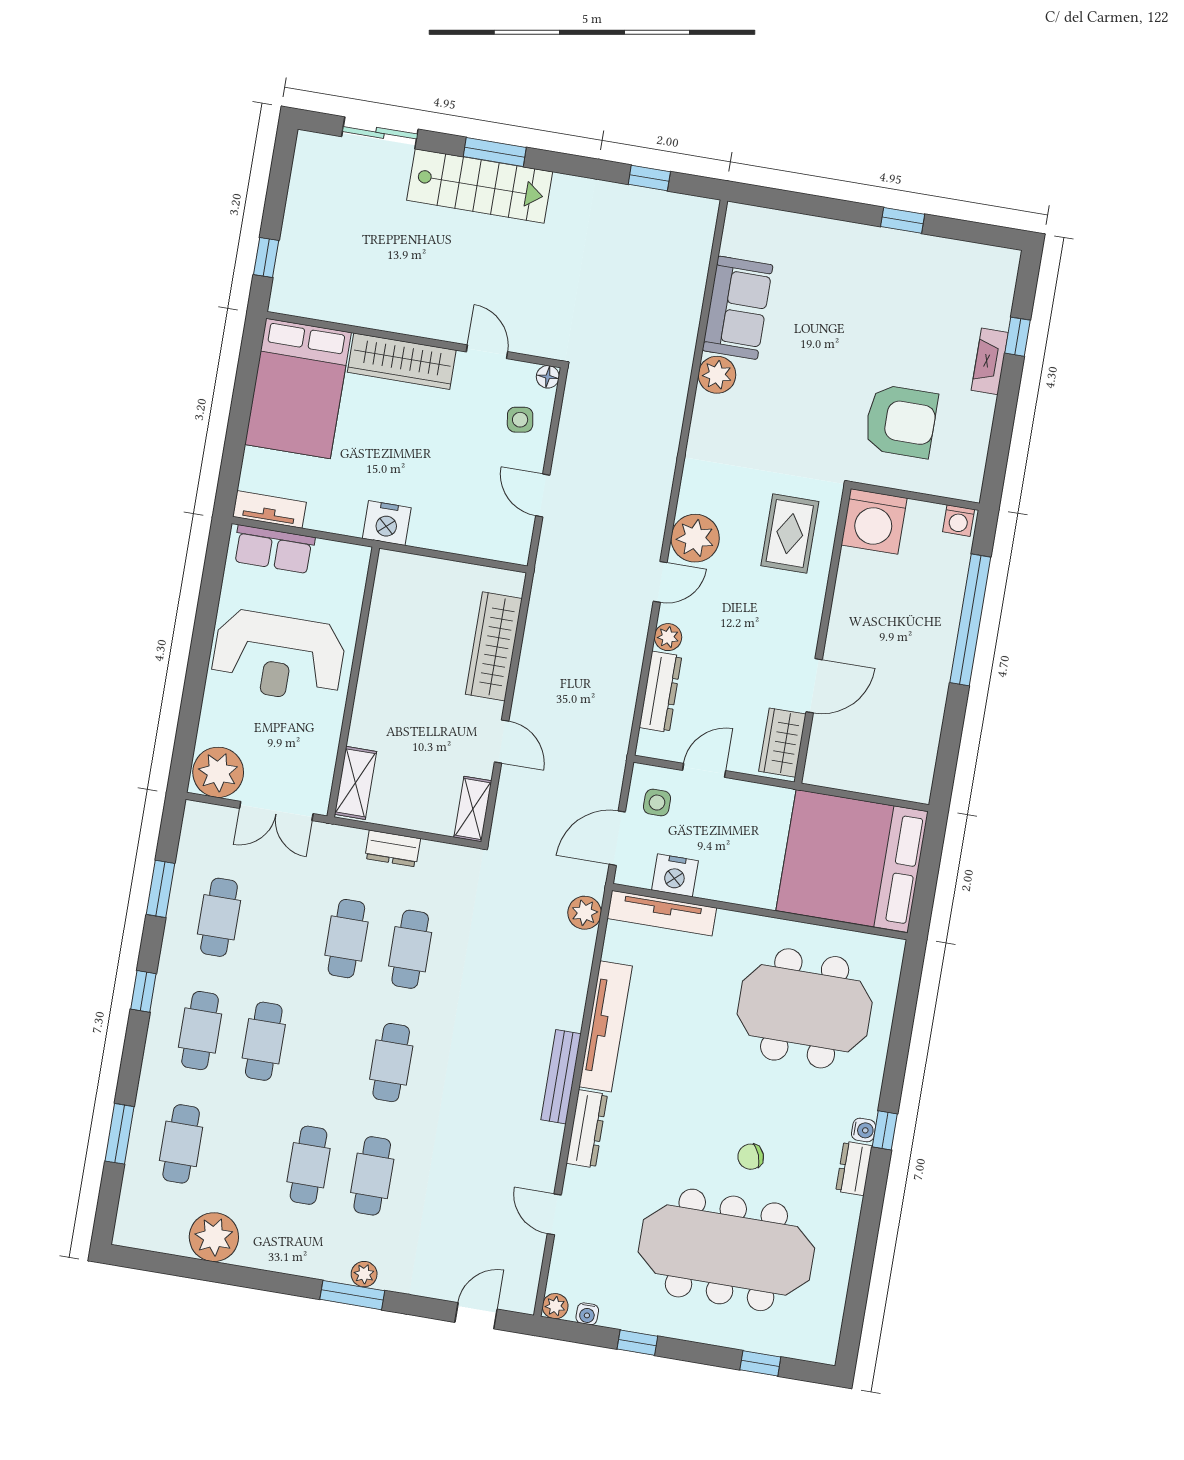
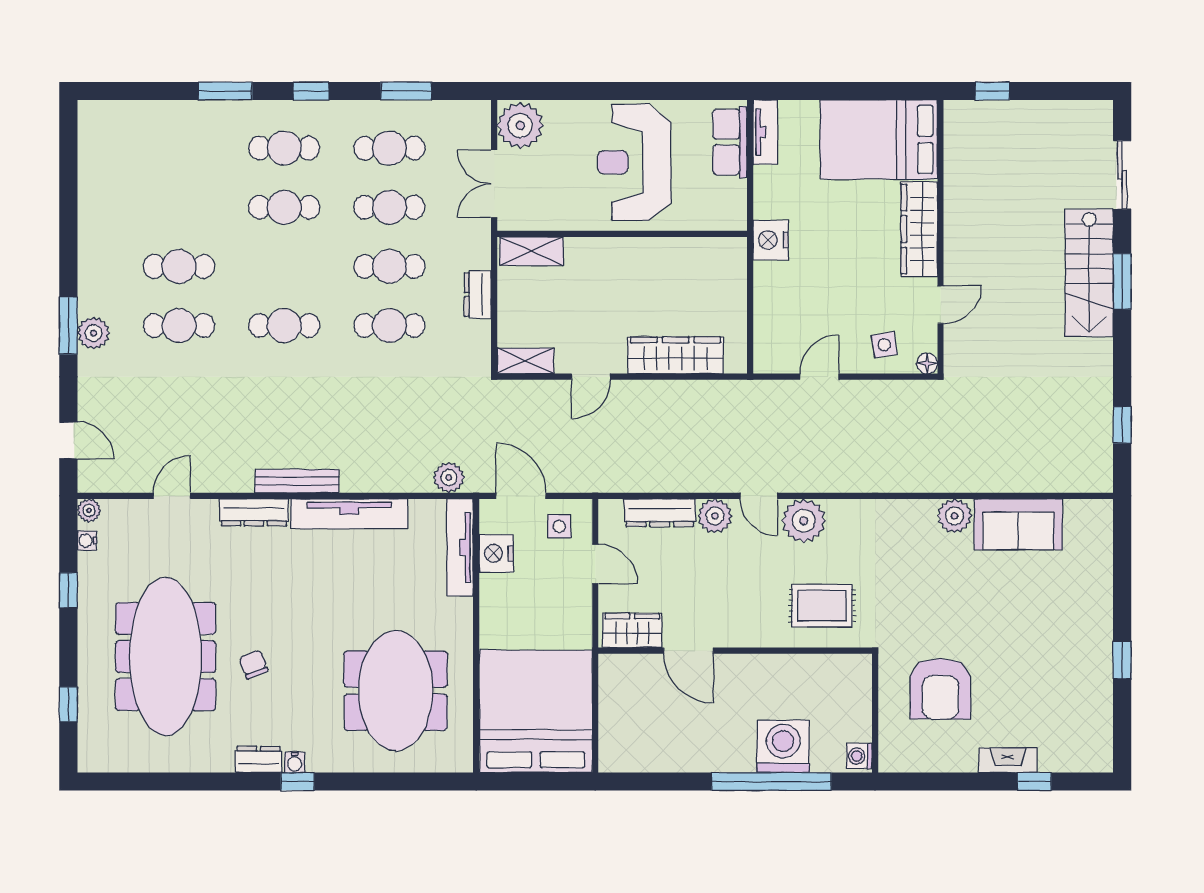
washing machine: (874, 521) -> (783, 746), moved, turned 90
plant: (668, 637) -> (715, 516), width x1.38, depth x1.38
window: (119, 1134) -> (225, 91), moved
cafe table: (181, 1144) -> (389, 207), moved
plant: (214, 1237) -> (100, 192), removed
plant: (364, 1274) -> (93, 333), width x1.38, depth x1.38

